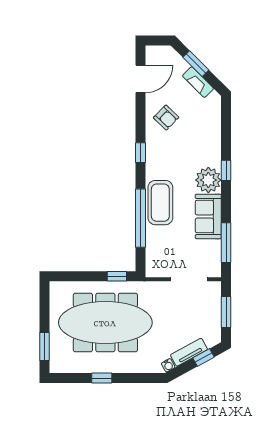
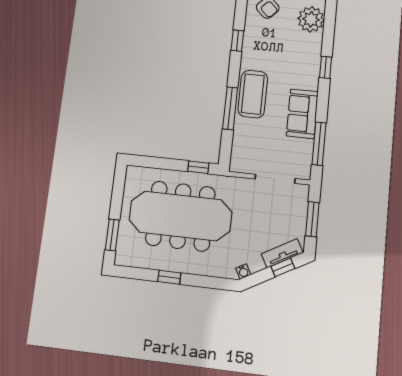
plant: (208, 180) -> (311, 19), moved
window: (140, 218) -> (230, 108), width x0.68
tv unit: (189, 352) -> (282, 253), moved

